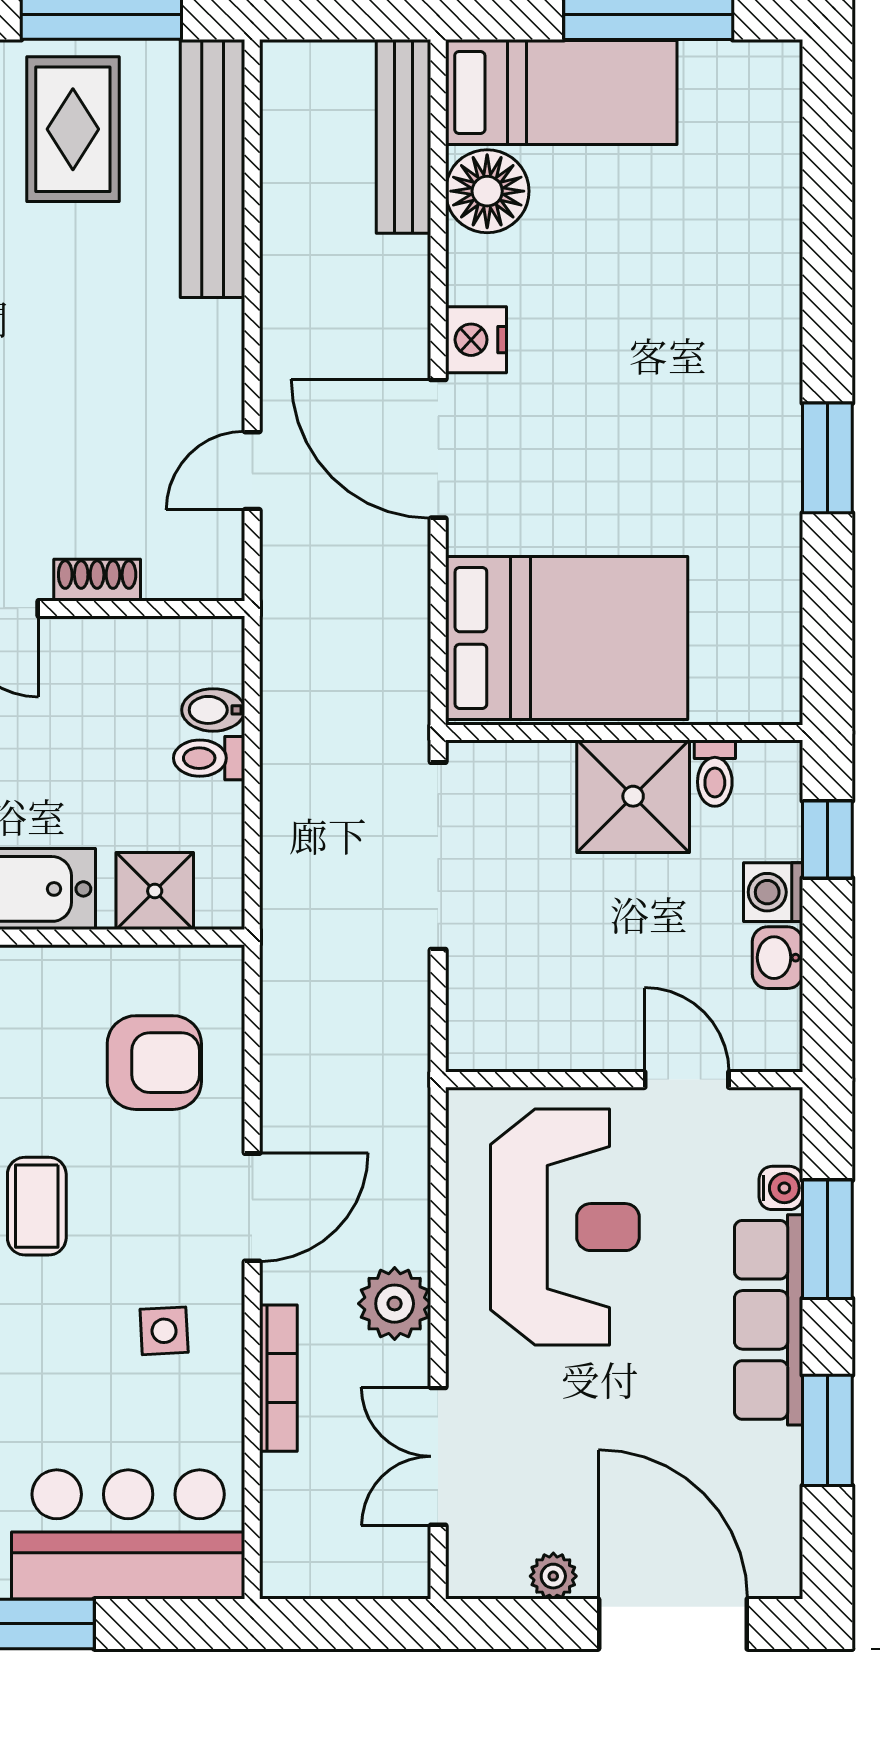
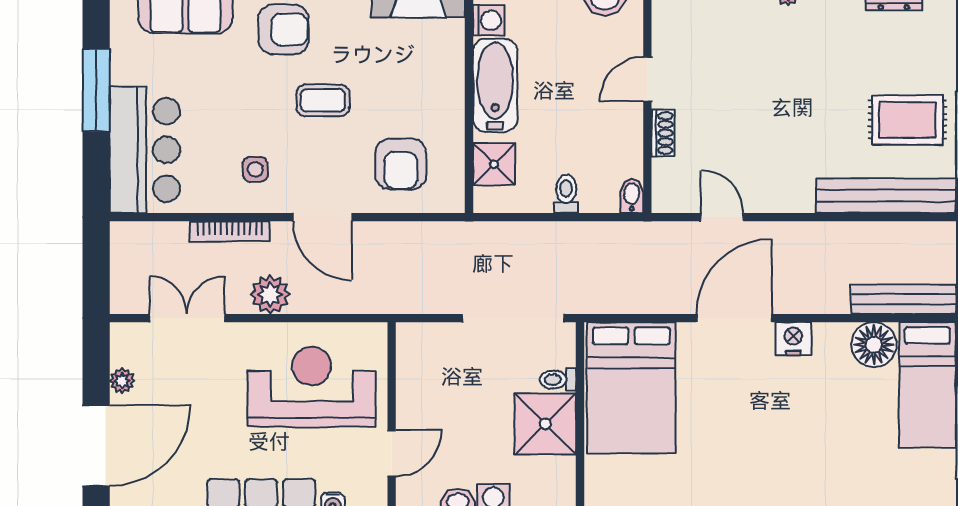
bidet: (213, 710) -> (632, 196), moved
toilet: (715, 773) -> (558, 380), moved
reception desk: (565, 1227) -> (312, 387), turned 180

